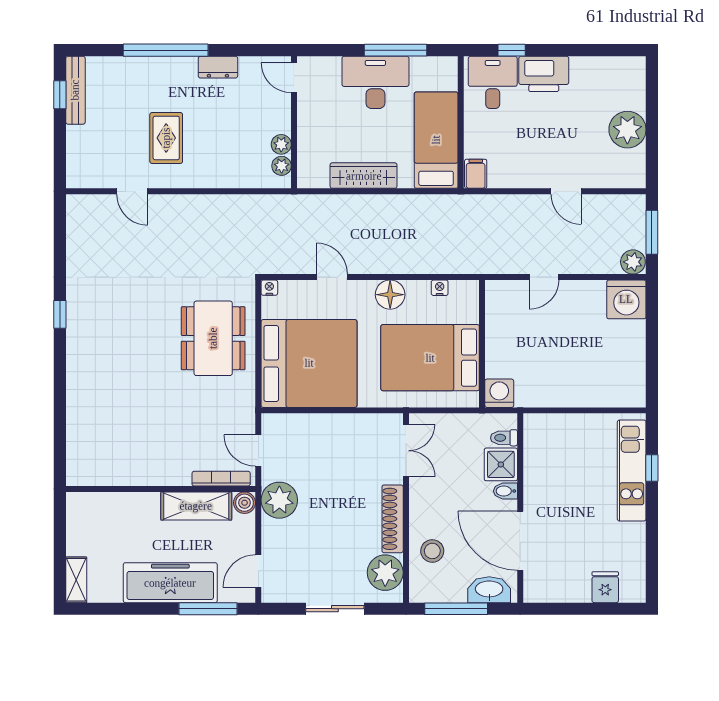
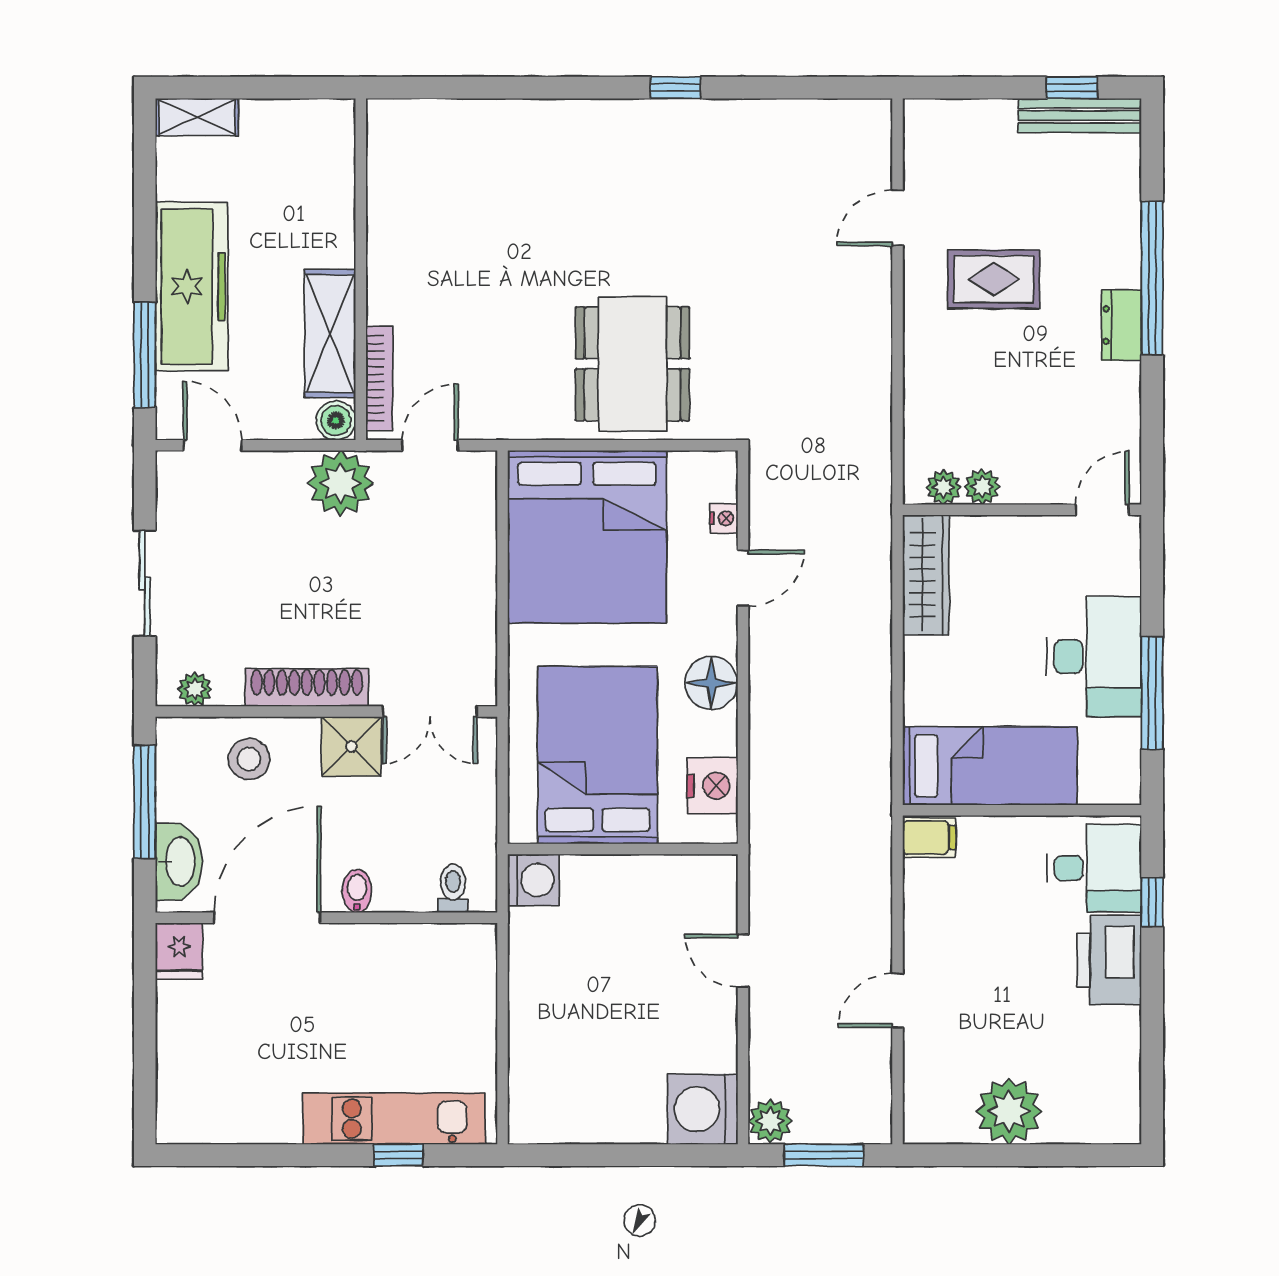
dresser: (218, 67) -> (1122, 325), moved
wardrobe: (364, 176) -> (926, 575), moved
nightstand: (269, 288) -> (724, 518), moved
nightstand: (440, 288) -> (712, 786), width x1.89, depth x1.79
dining table: (213, 338) -> (632, 364), turned 90
shower: (501, 464) -> (351, 746), moved
plant: (385, 573) -> (195, 689), width x0.53, depth x0.53
fridge: (605, 587) -> (179, 951), moved, turned 90

